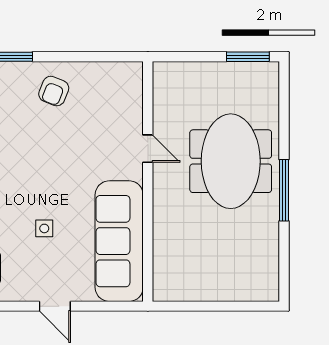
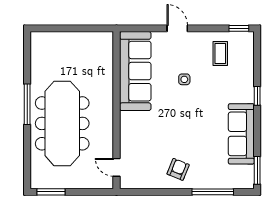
door: (148, 149) -> (116, 167), moved
meeting table: (231, 161) -> (62, 123), width x1.36

